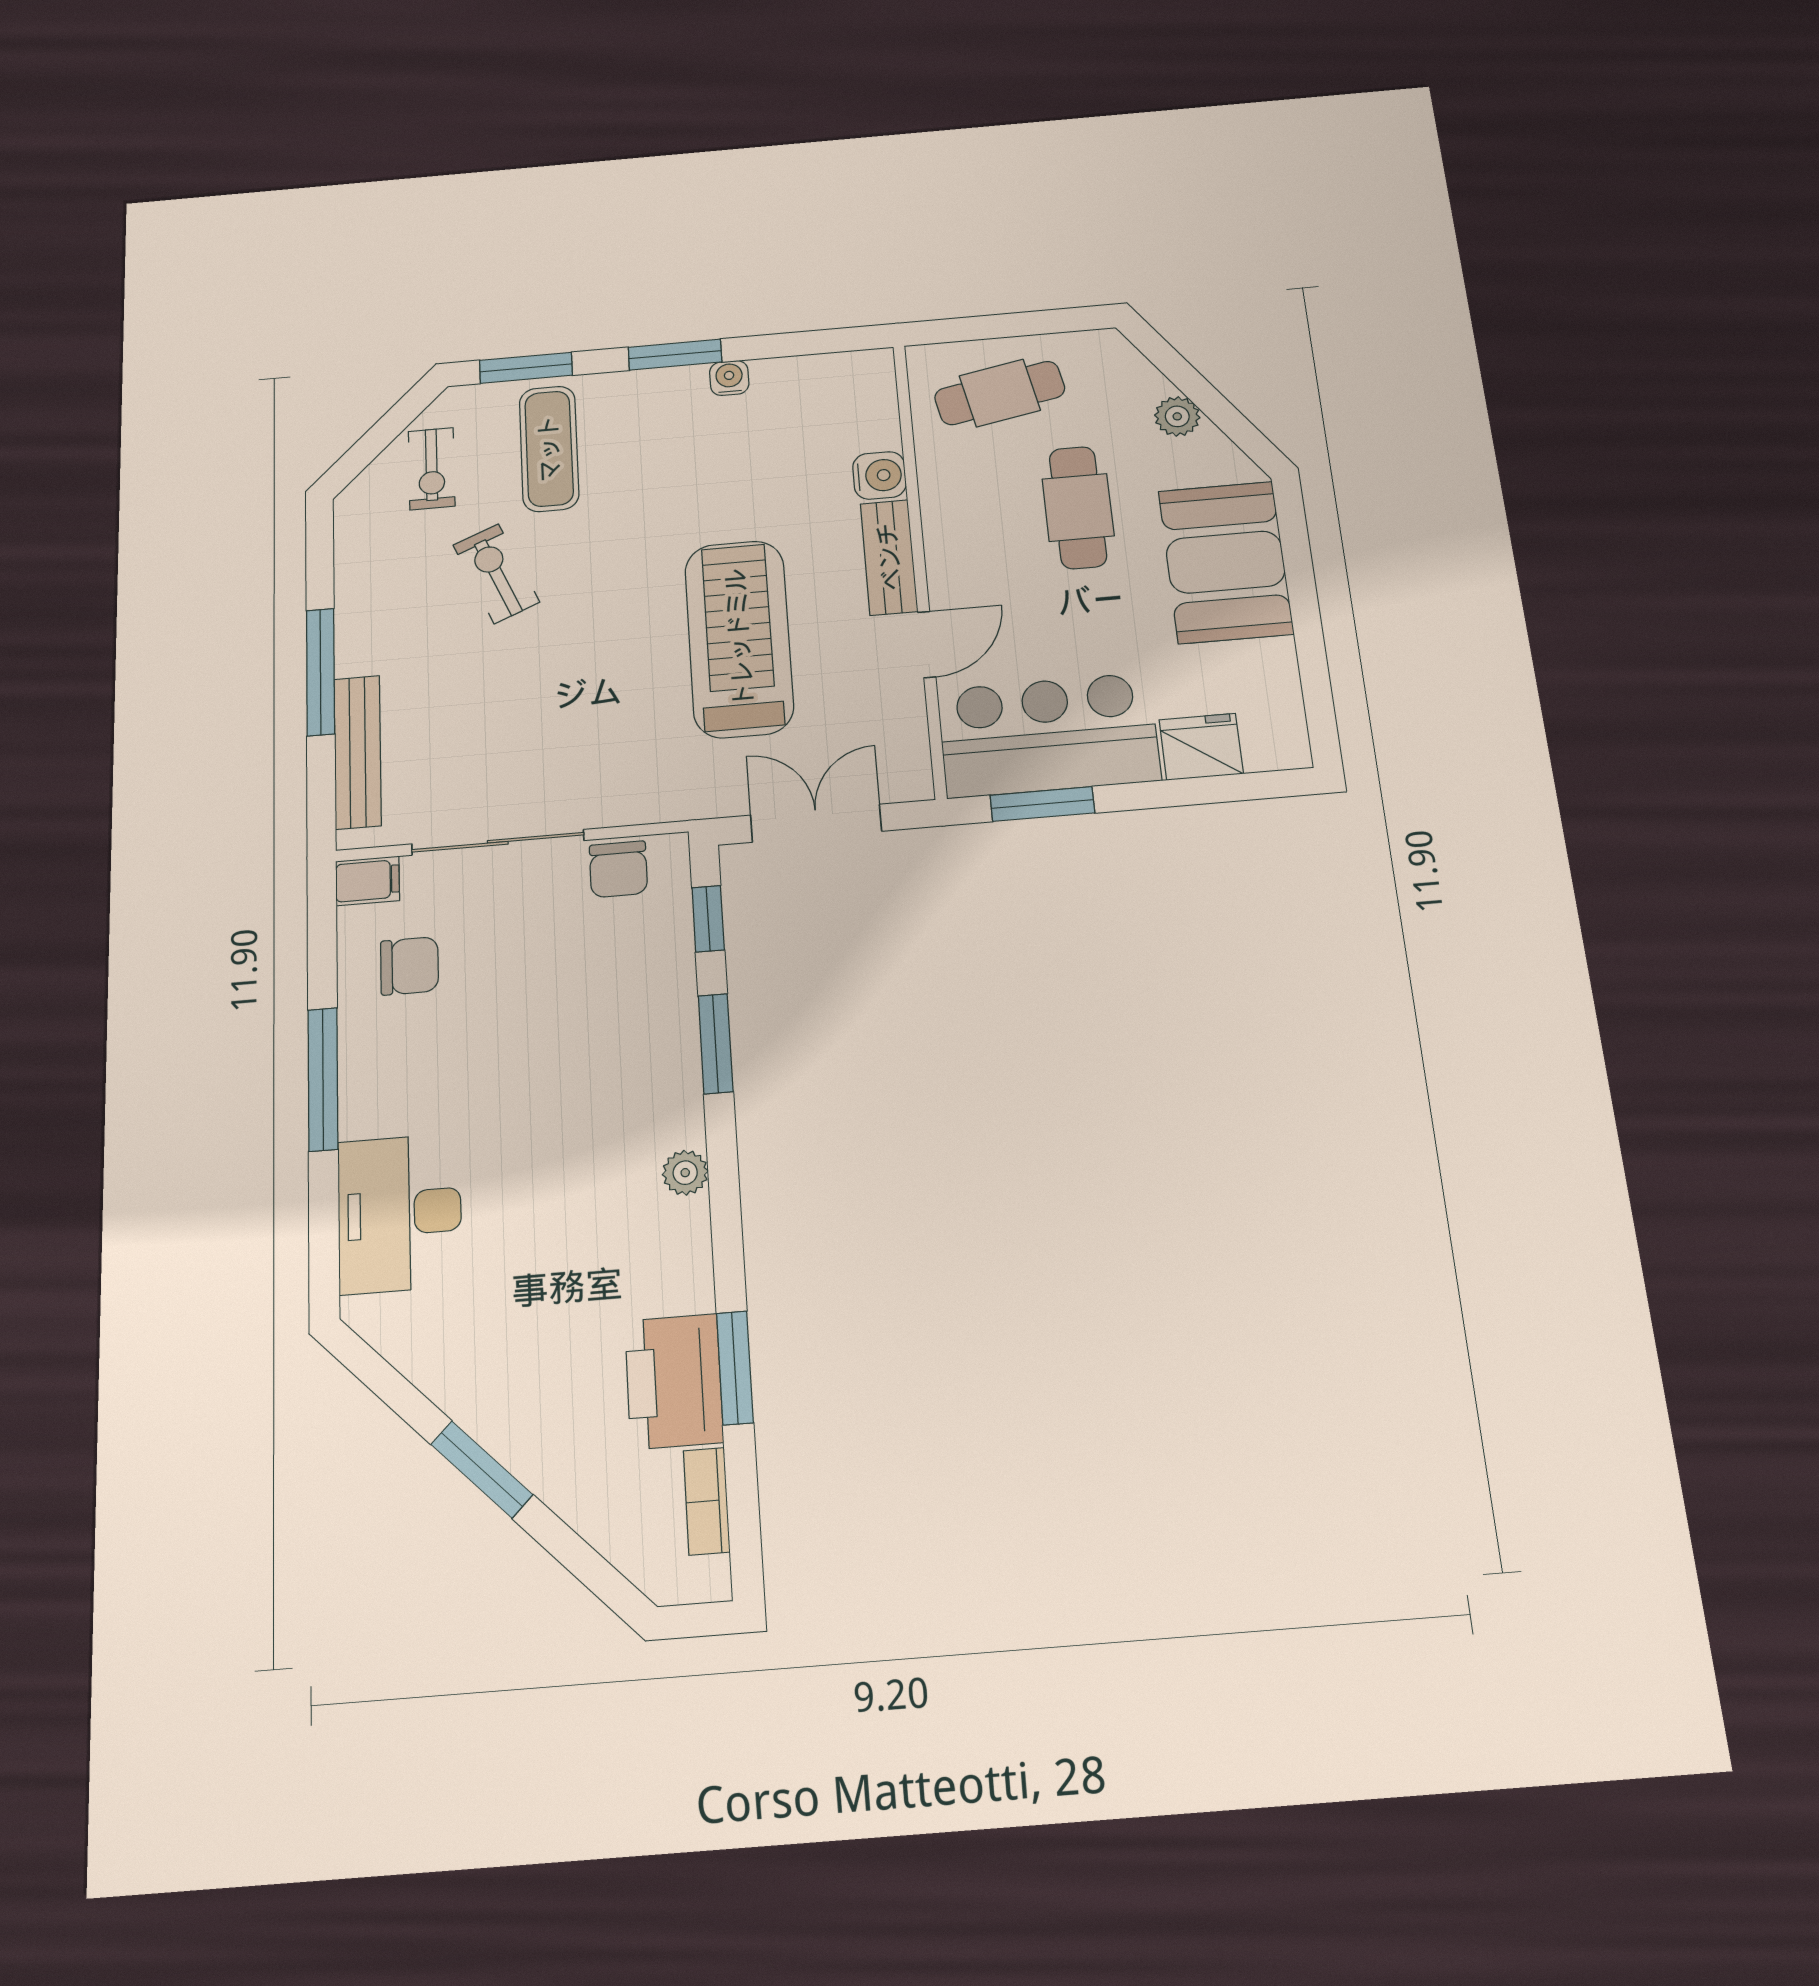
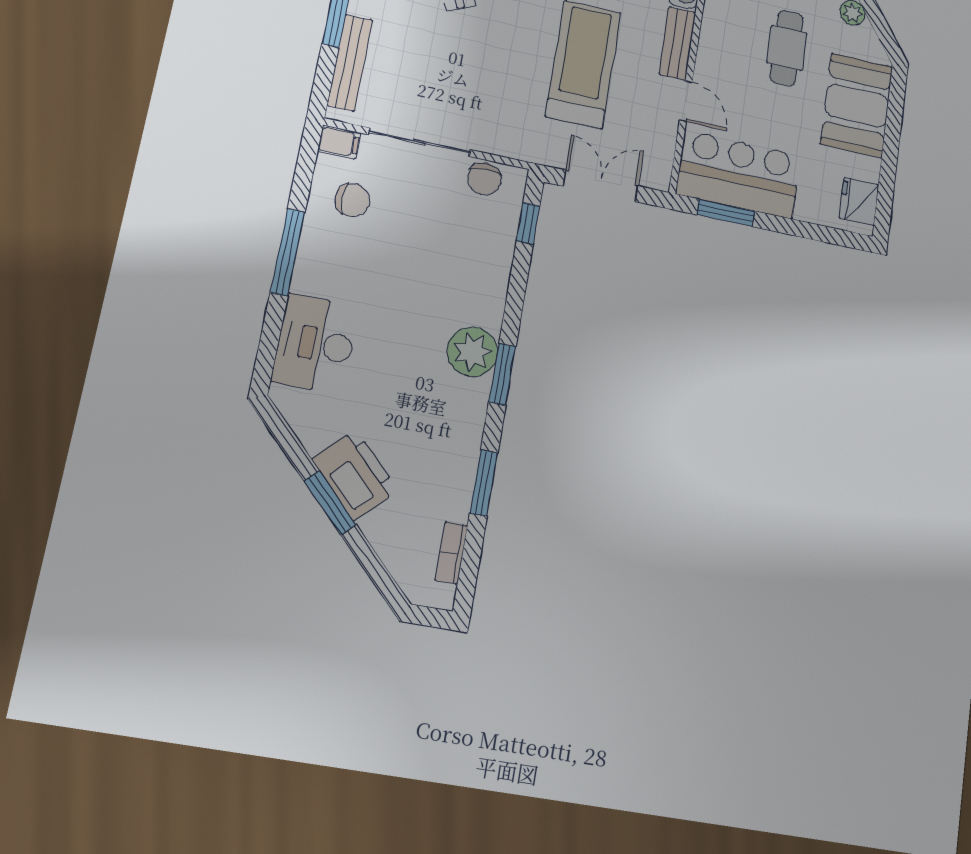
door: (927, 645) -> (686, 101), hinge flipped
fridge: (1201, 747) -> (859, 202), moved, turned -90
window: (716, 1044) -> (502, 374), moved
plant: (685, 1173) -> (472, 352), width x1.88, depth x1.88
printer: (674, 1381) -> (355, 475), moved, turned 135

